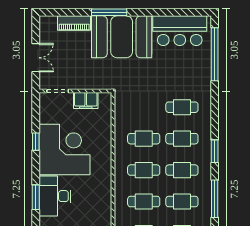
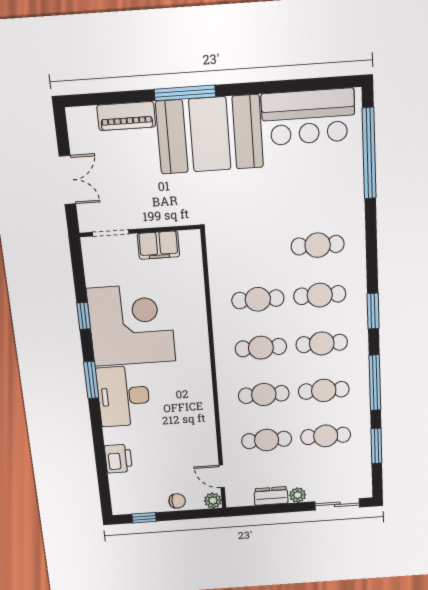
window: (36, 197) -> (91, 380), moved

